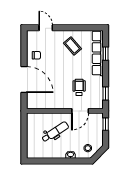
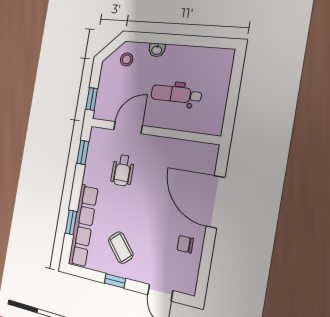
window: (73, 28) -> (115, 281), added
dental chair: (55, 132) -> (176, 94), turned 33

